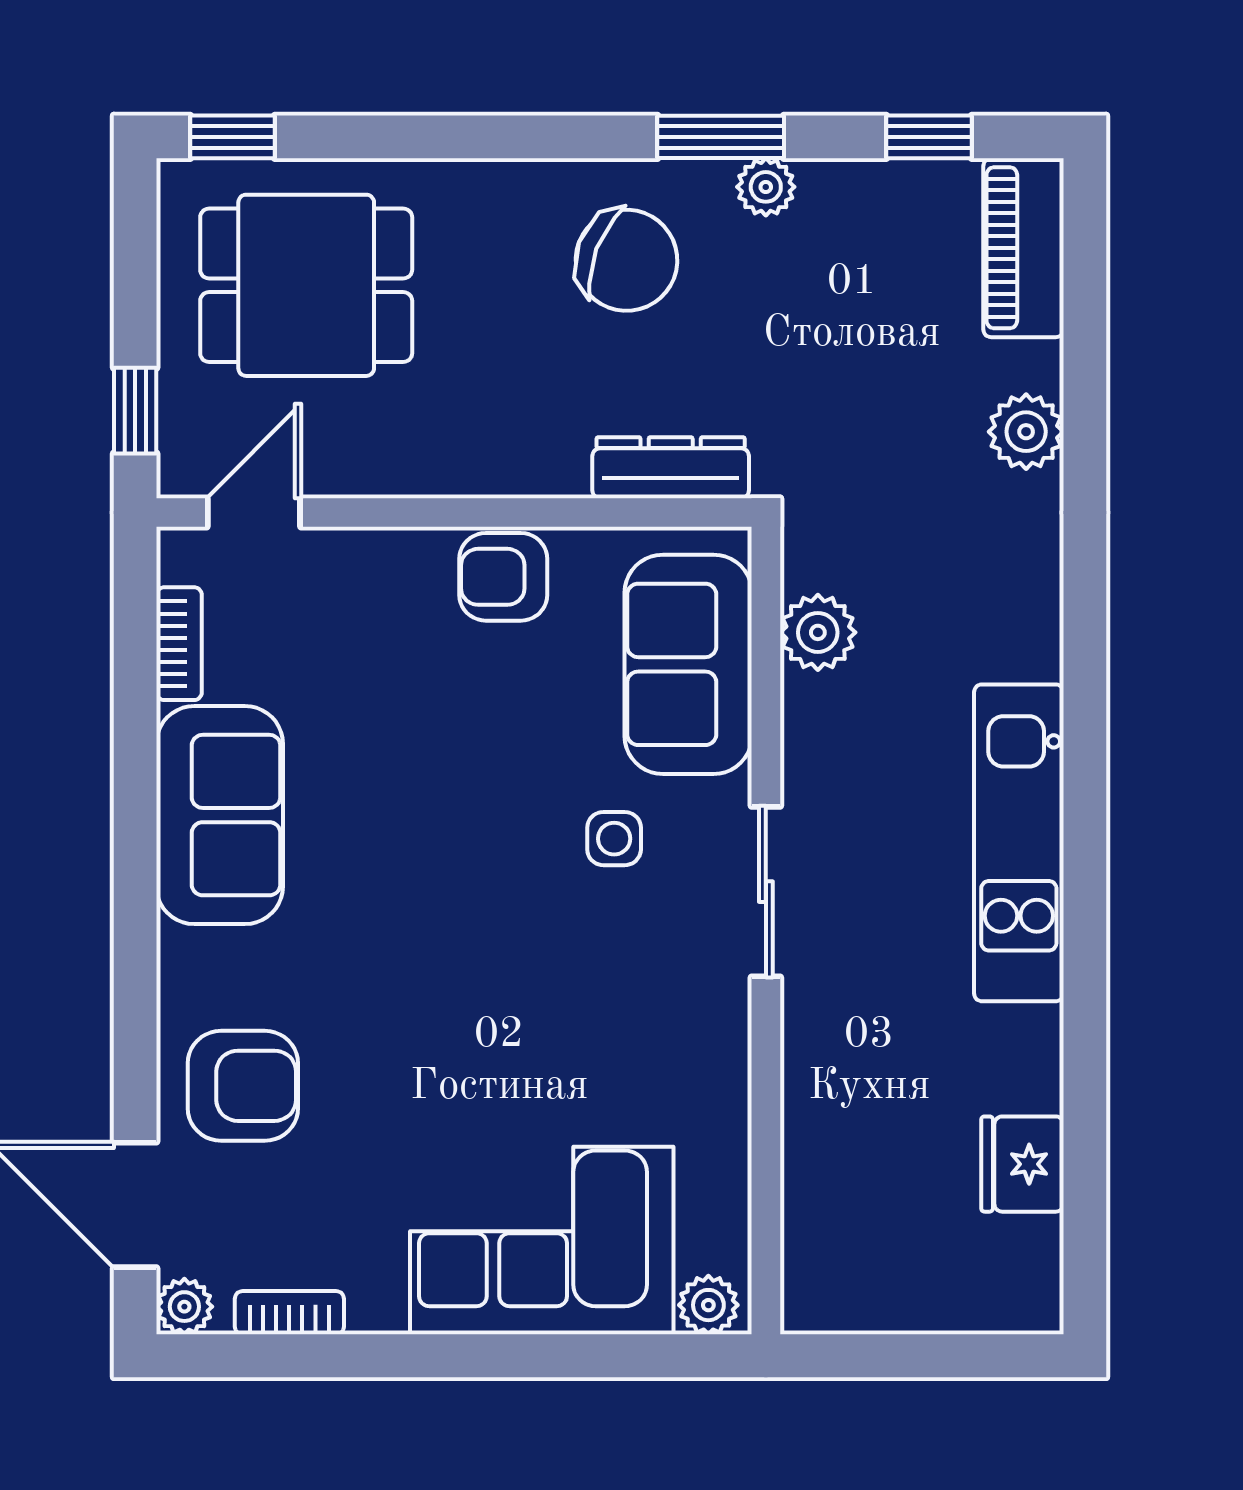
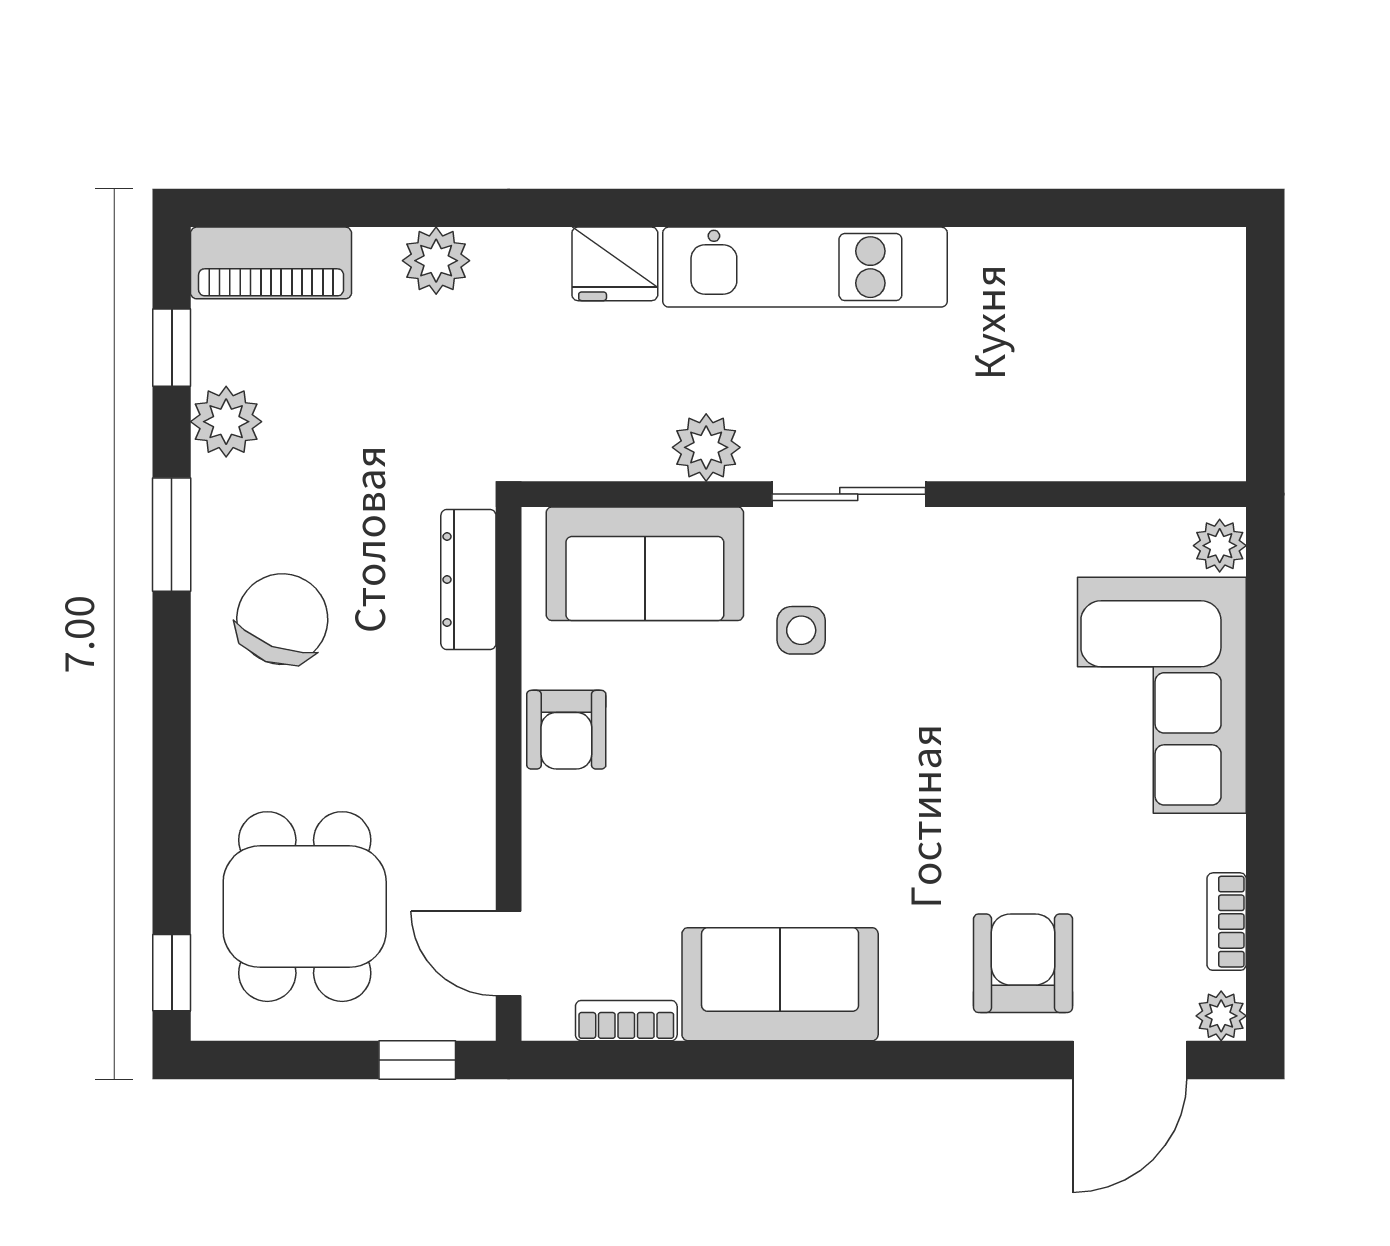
plant: (766, 187) -> (226, 422), moved, width x1.38, depth x1.38
plant: (818, 632) -> (706, 447), moved
fridge: (1022, 1164) -> (615, 264), moved

